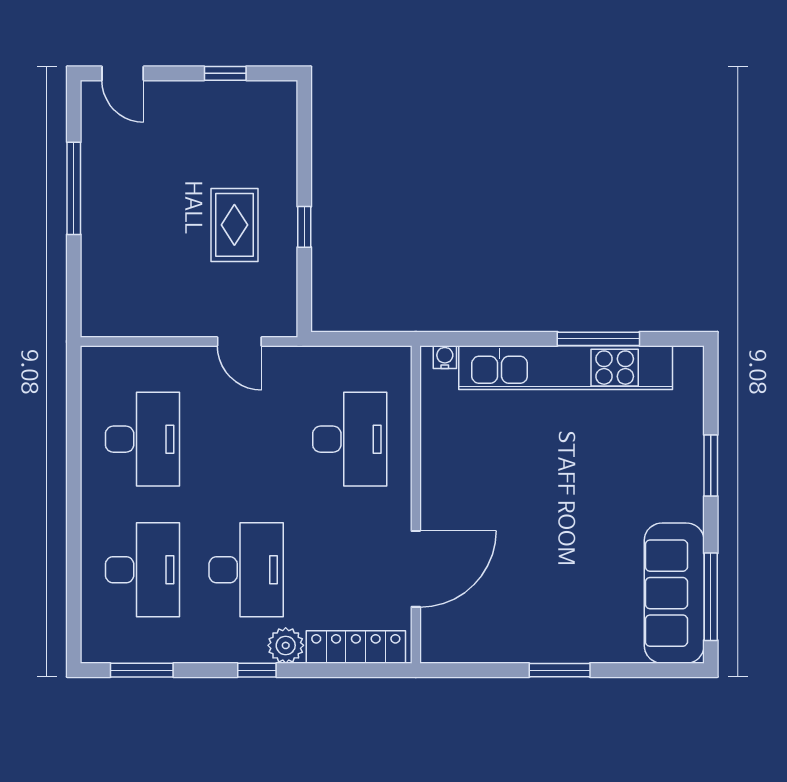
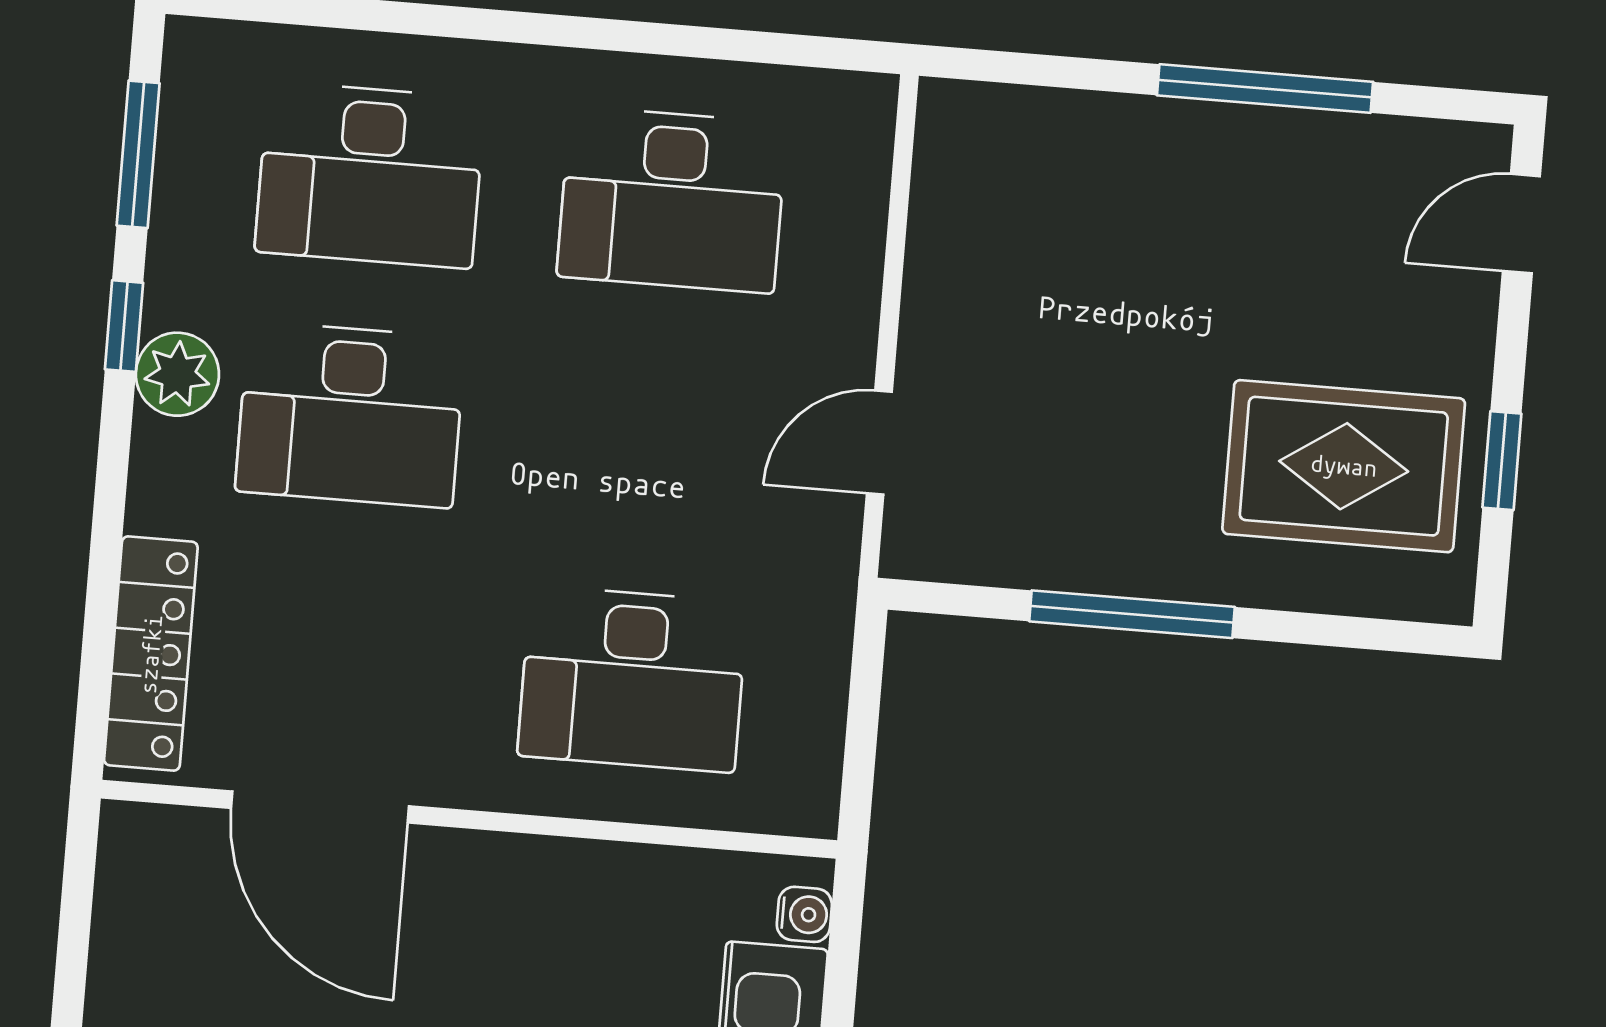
rug: (234, 225) -> (1344, 466), moved, width x1.36, depth x1.43
window: (304, 227) -> (1132, 614), width x2.17
plant: (286, 645) -> (177, 374), moved
window: (257, 670) -> (124, 326), moved

